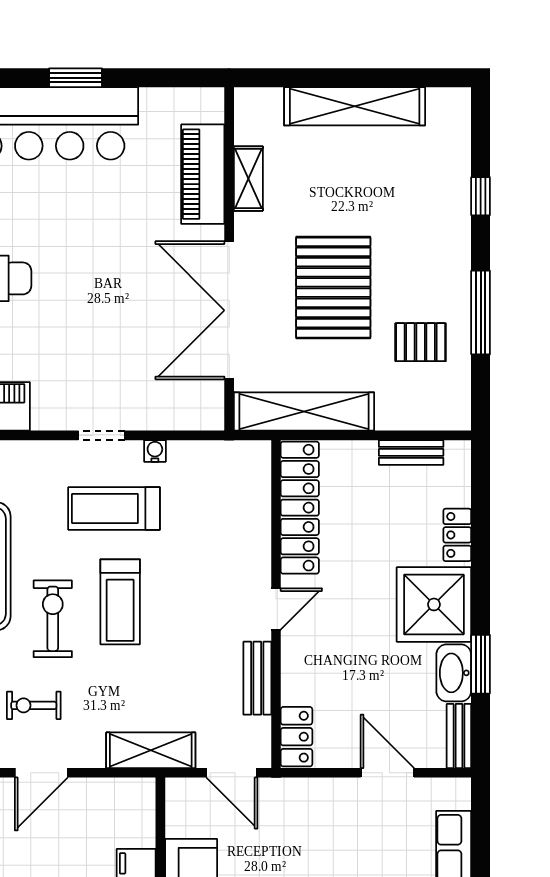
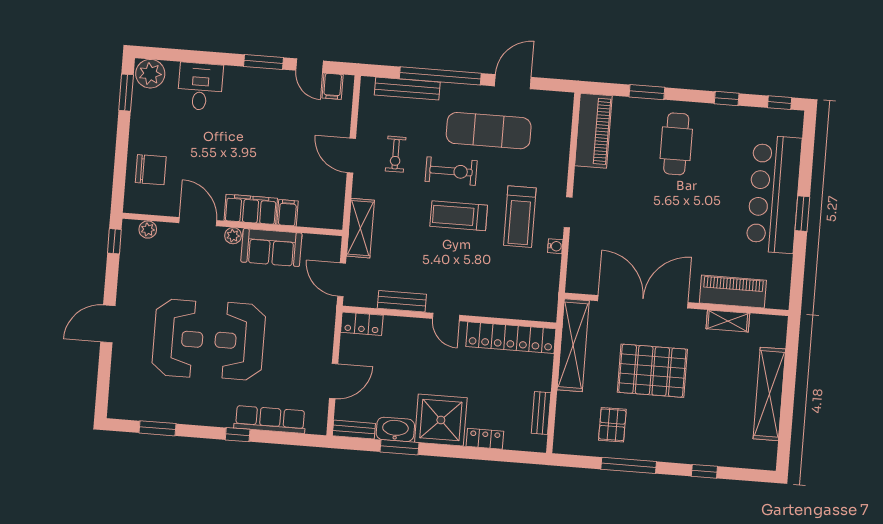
treadmill: (114, 508) -> (520, 217), turned 180
exercise bike: (34, 705) -> (396, 154), turned 180
door: (232, 773) -> (342, 280), hinge flipped

